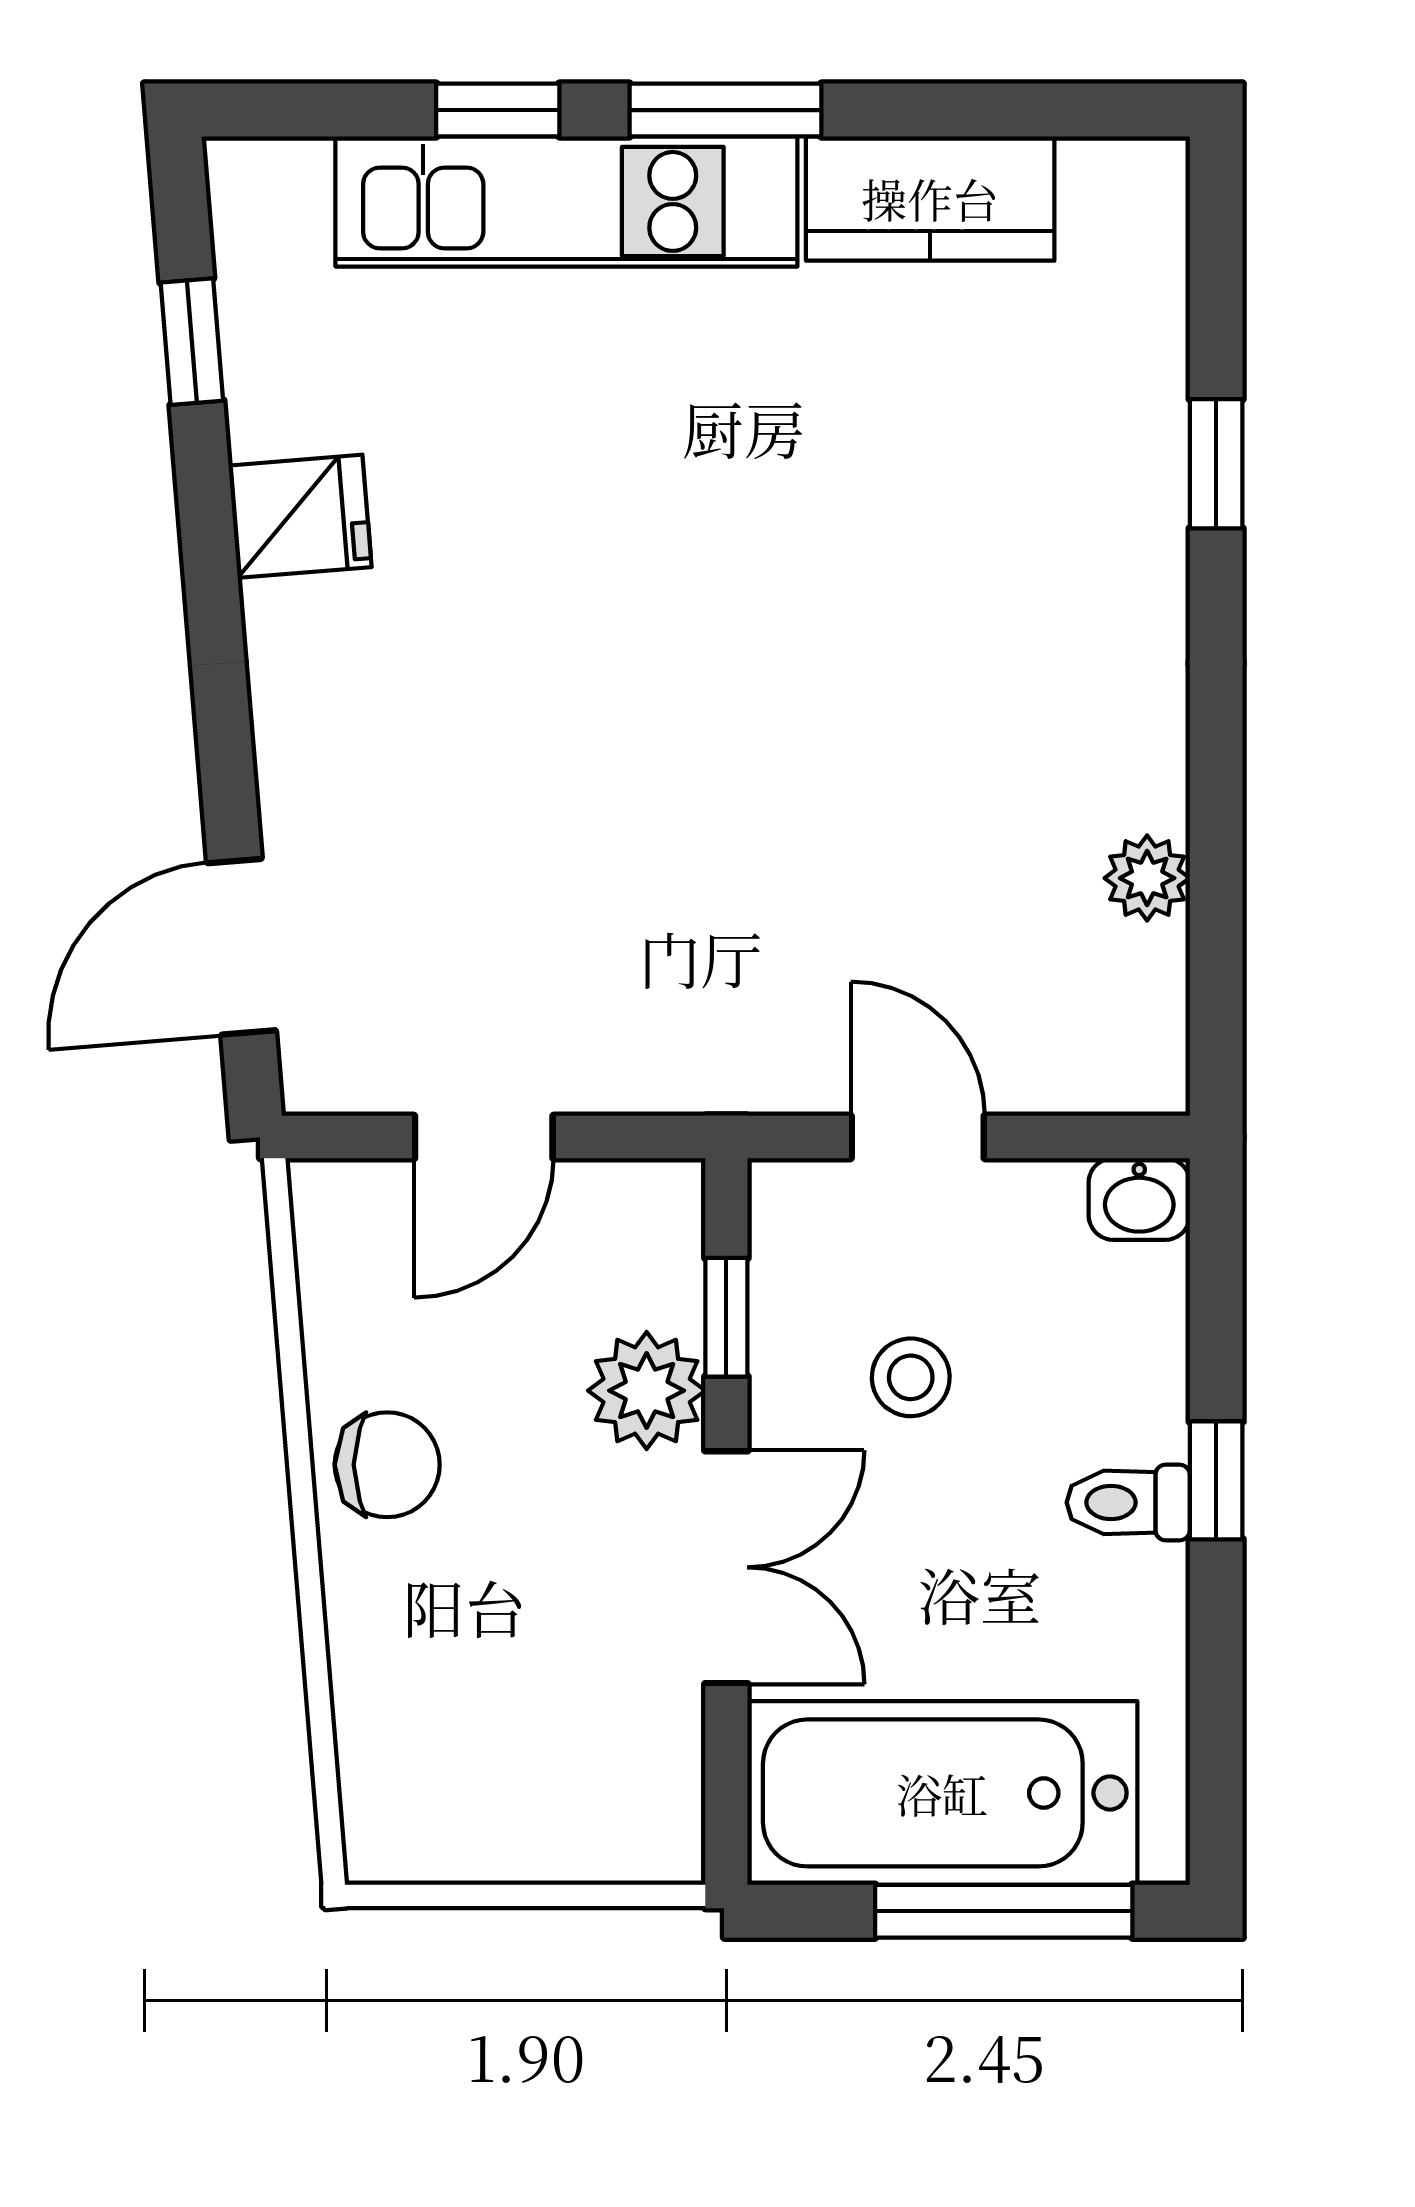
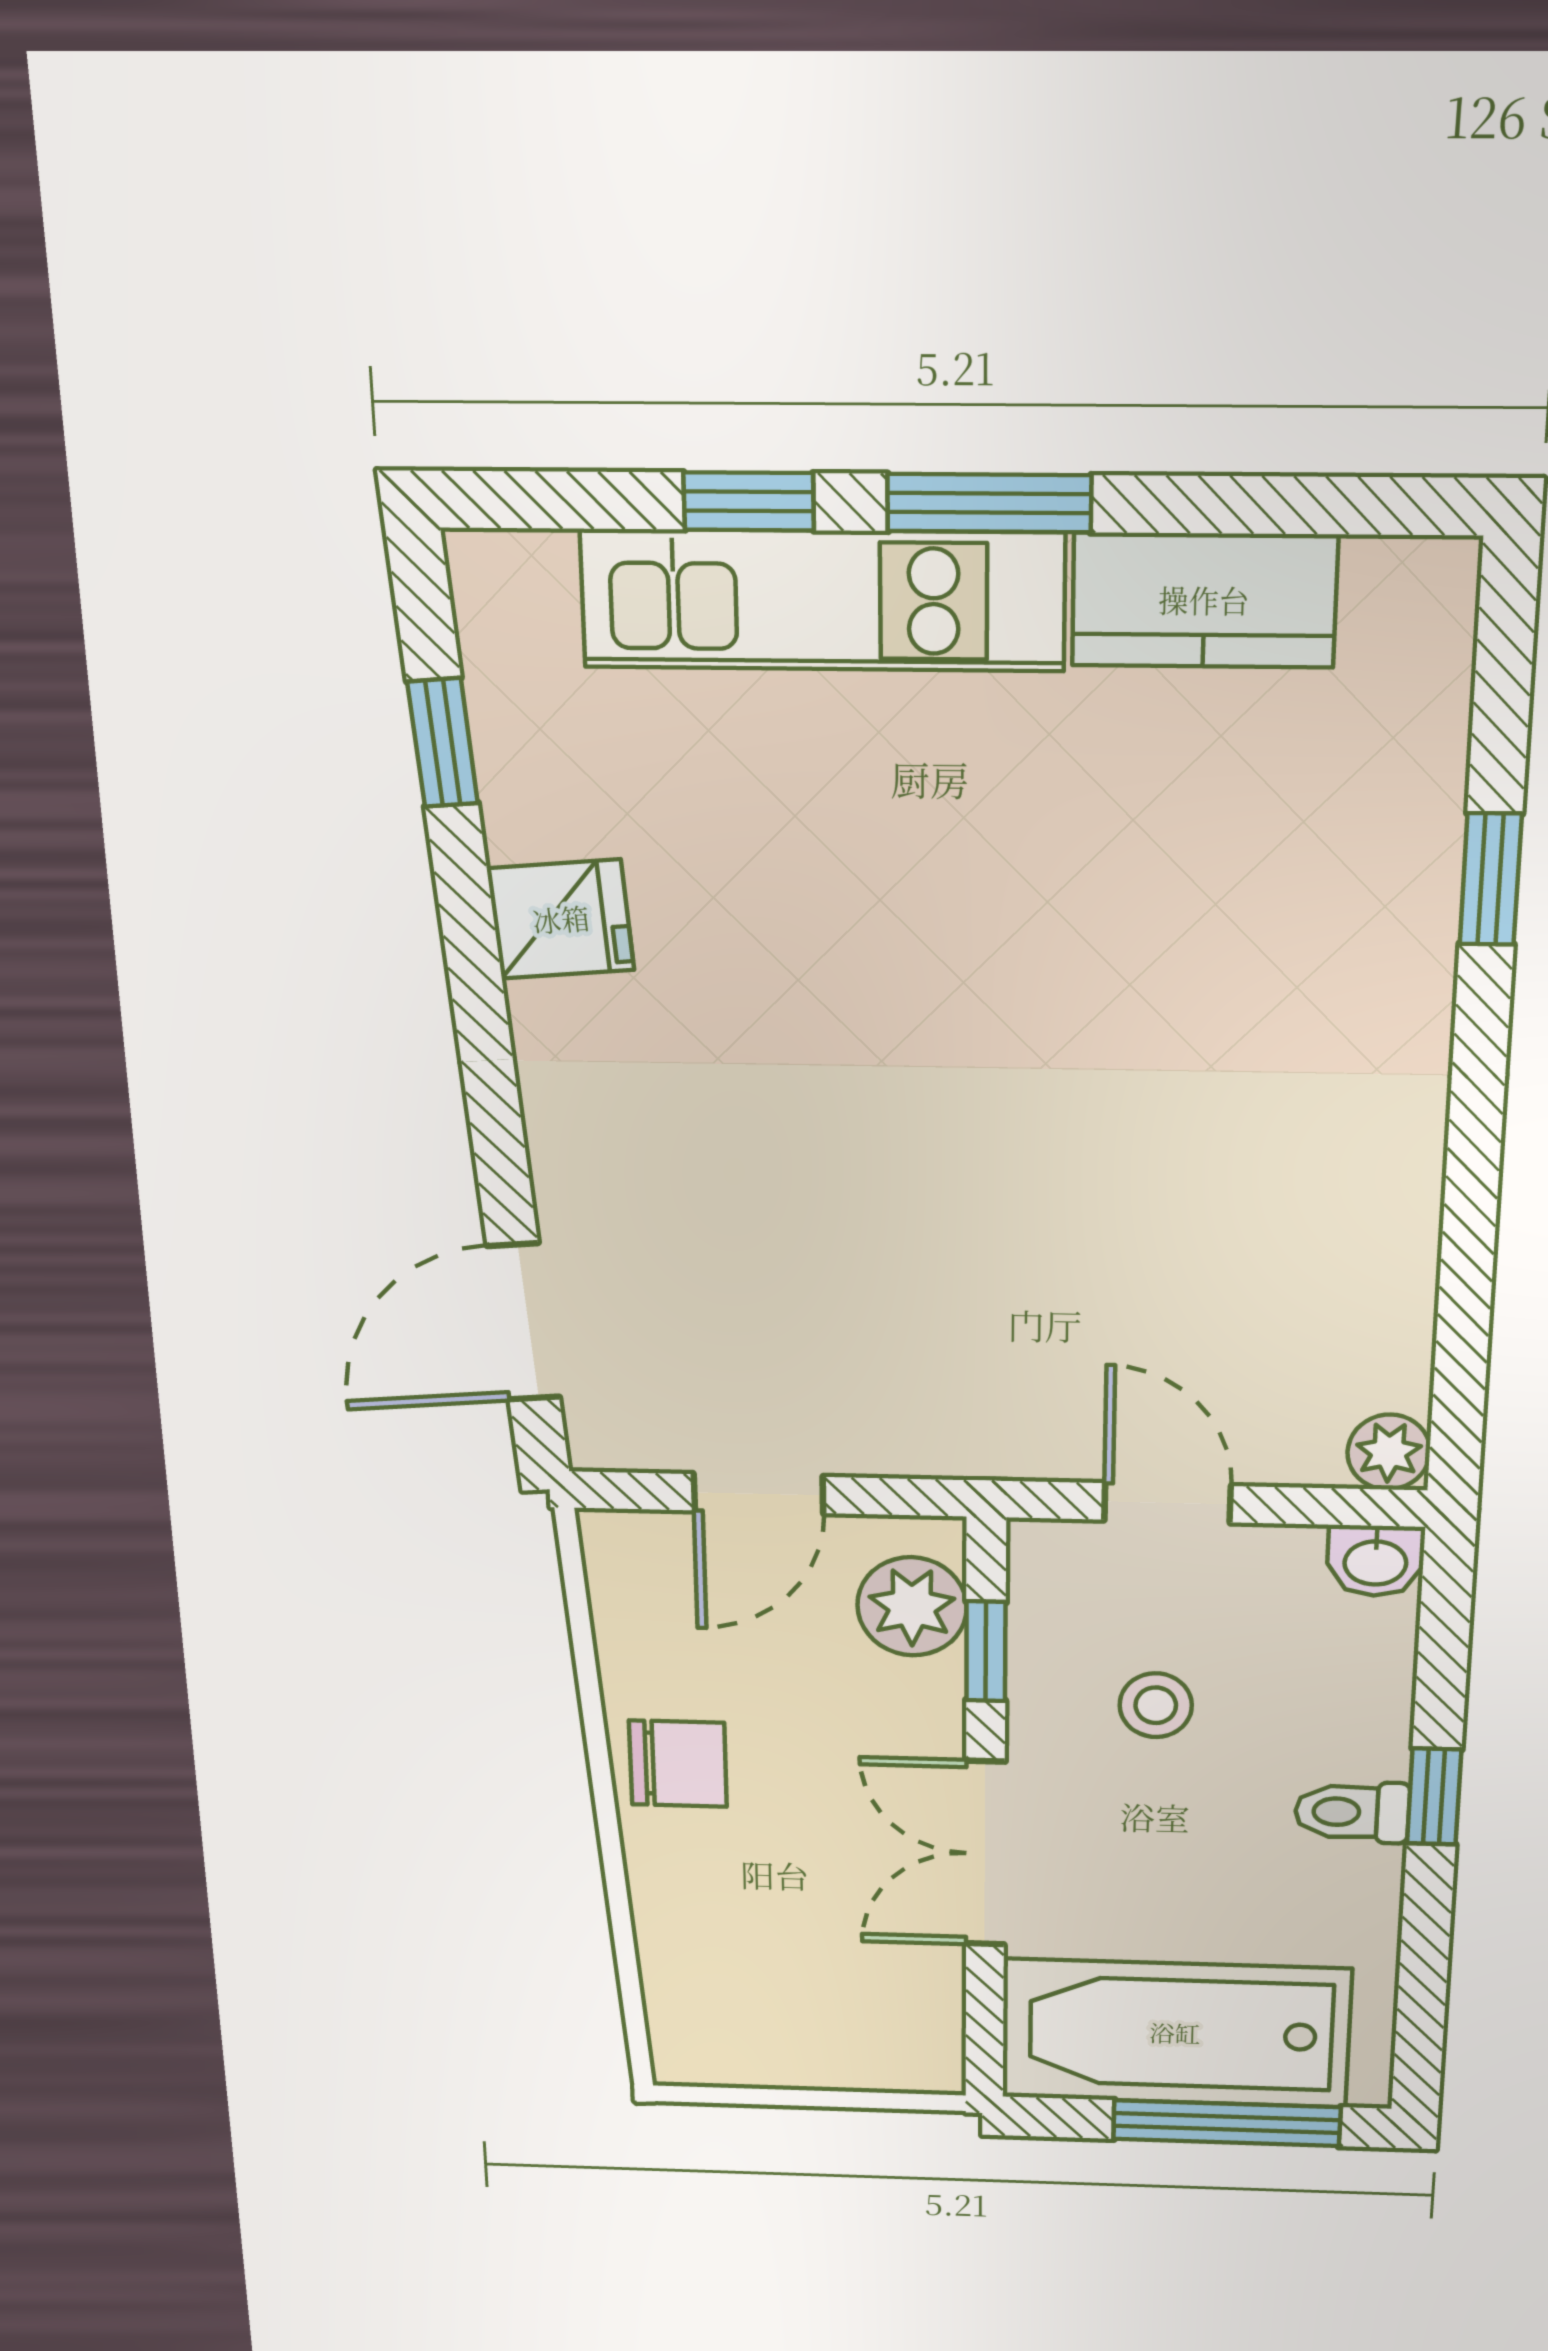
plant: (1147, 878) -> (1389, 1452), moved
plant: (647, 1391) -> (912, 1606), moved
double door: (726, 1567) -> (985, 1854), swing flipped

